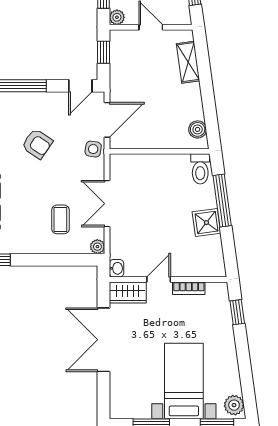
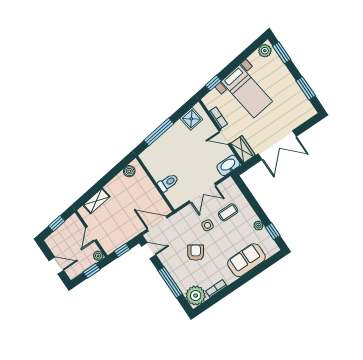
side table: (93, 149) -> (207, 225), moved
toilet: (200, 169) -> (168, 183), moved
shower: (206, 223) -> (191, 119), moved
plant: (97, 247) -> (258, 226), moved
washbasin: (117, 268) -> (228, 165), width x1.91, depth x1.45
bed with nightstands: (184, 381) -> (247, 91), moved, turned -98

